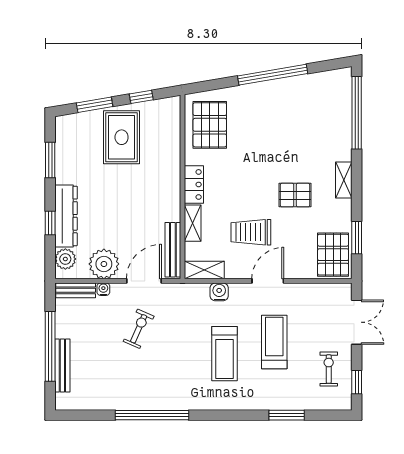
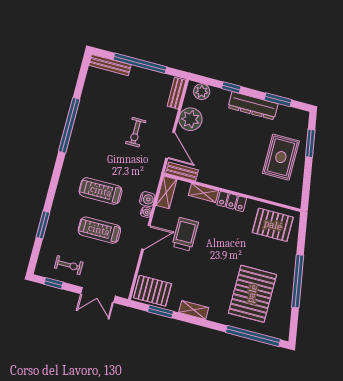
window: (141, 97) -> (307, 180), removed
rug: (122, 137) -> (281, 157), turned 90
shelving: (344, 180) -> (194, 310), moved
pallet: (295, 195) -> (252, 294), moved, width x2.05, depth x2.00
dresser: (66, 216) -> (253, 106), moved
bench: (173, 250) -> (182, 172), width x0.73
door: (268, 281) -> (146, 237), hinge flipped
water cooler: (103, 289) -> (146, 212), moved
exercise bike: (139, 329) -> (136, 132), turned 66
treadmill: (274, 342) -> (99, 230), turned 180
bench: (62, 365) -> (110, 65), moved

